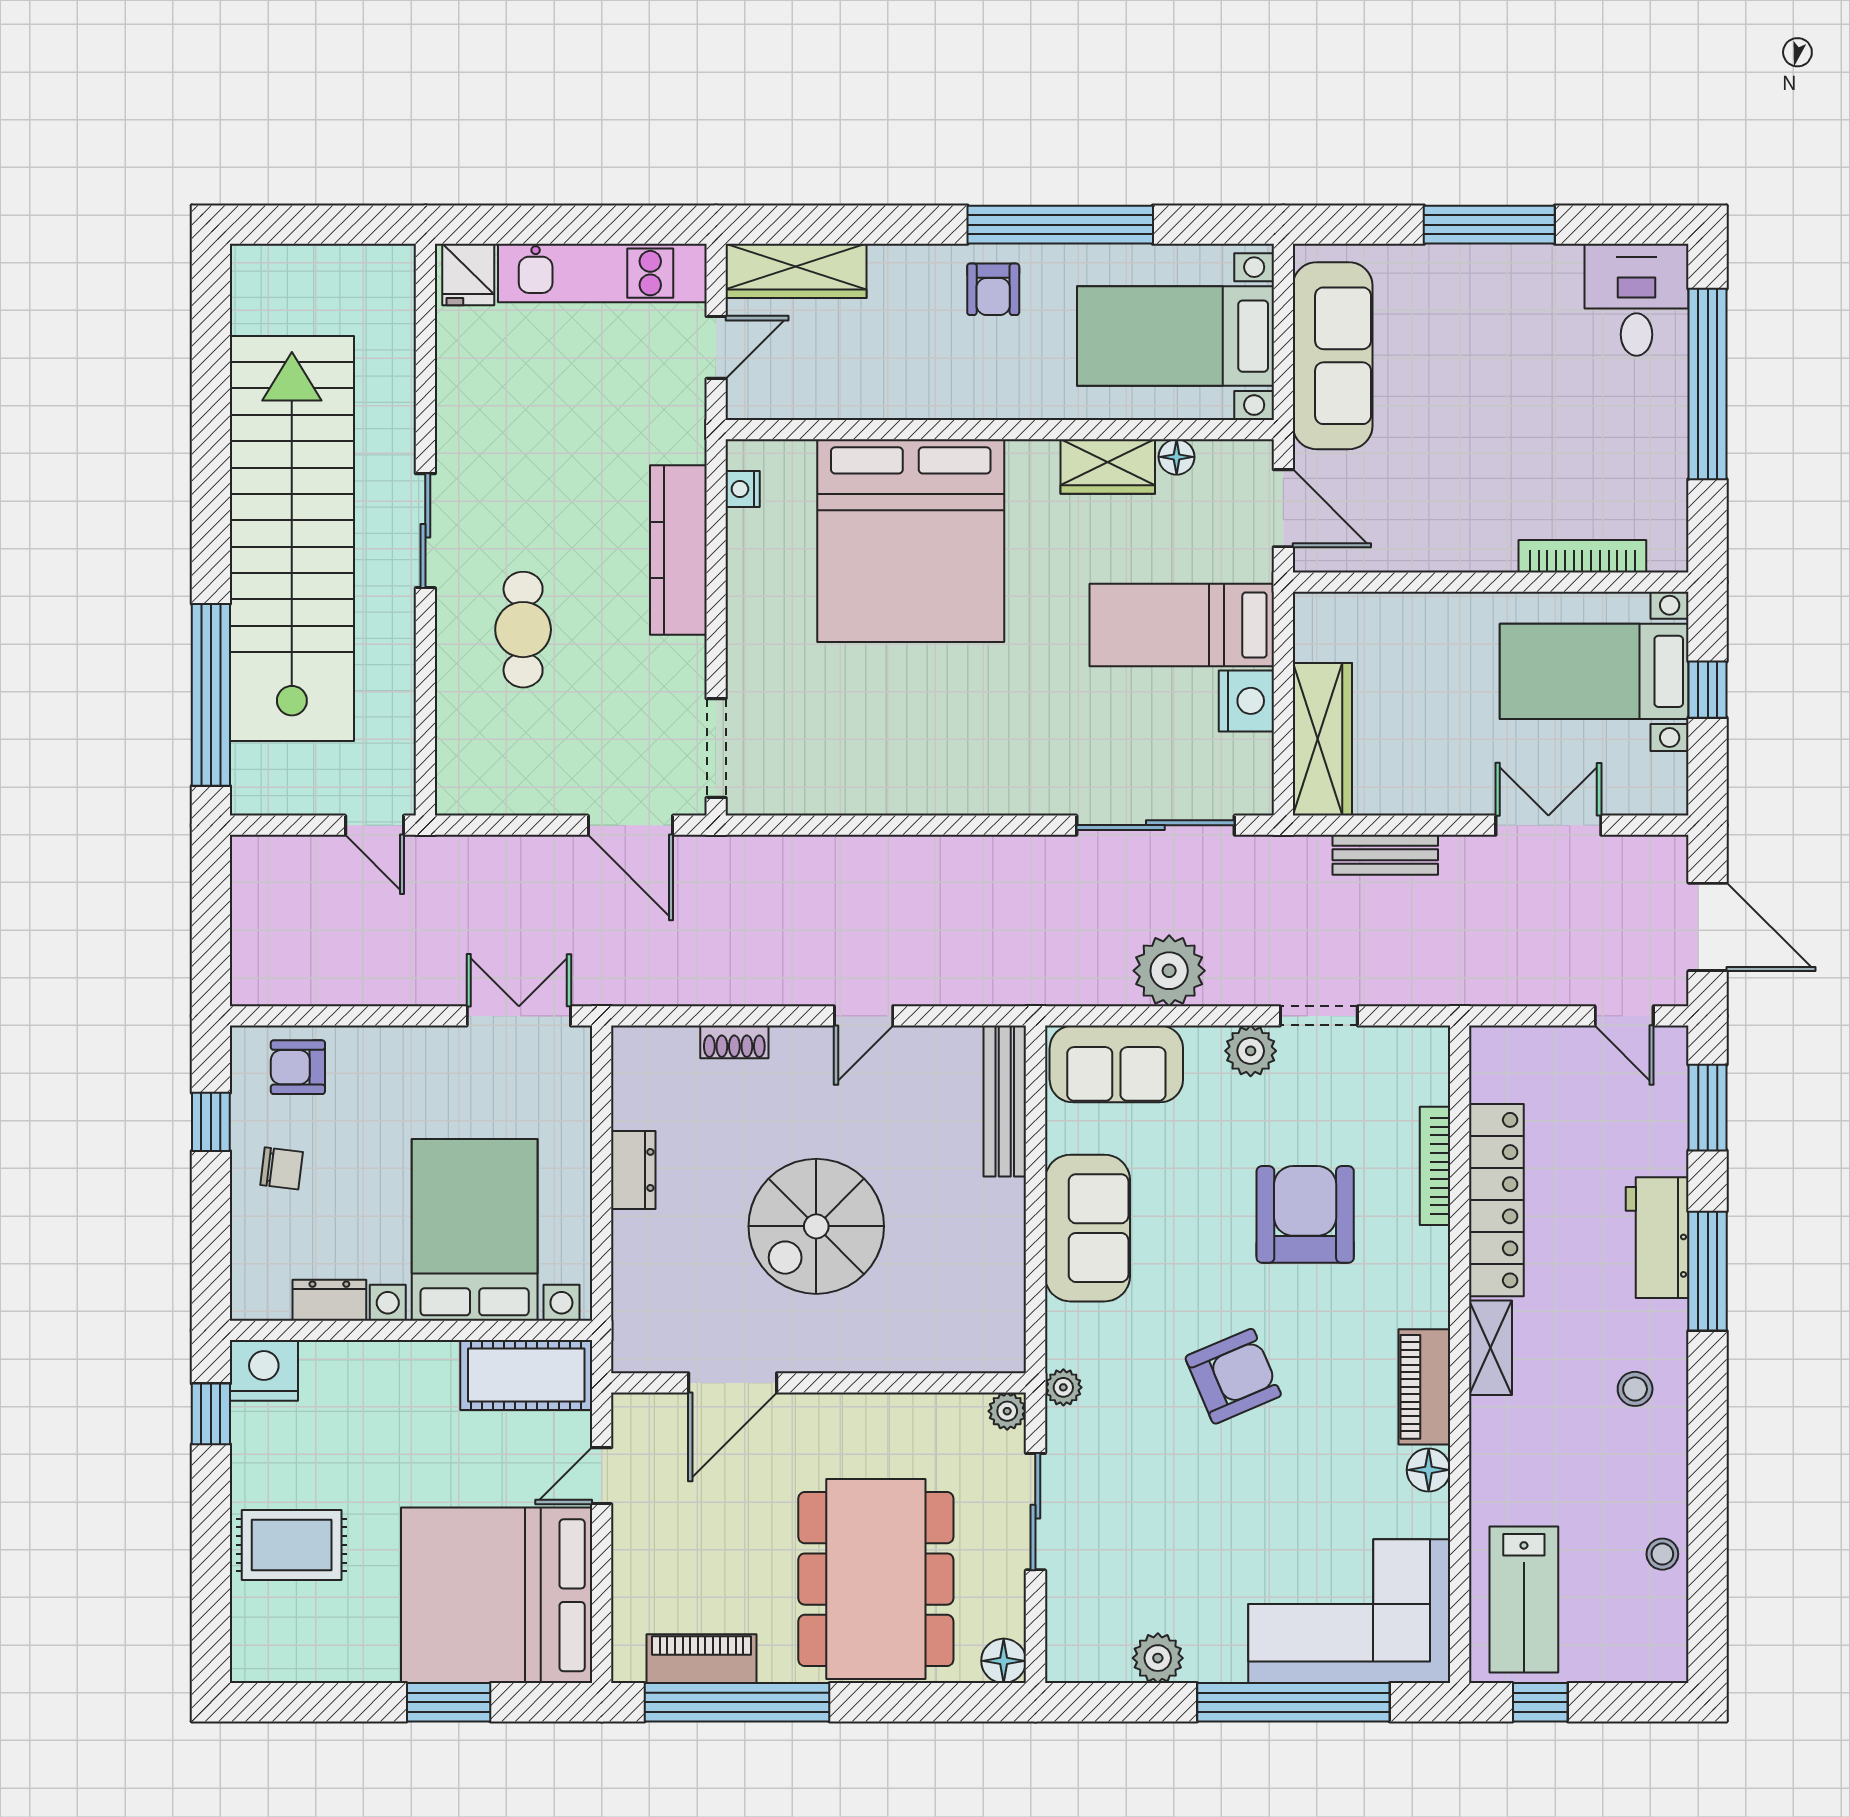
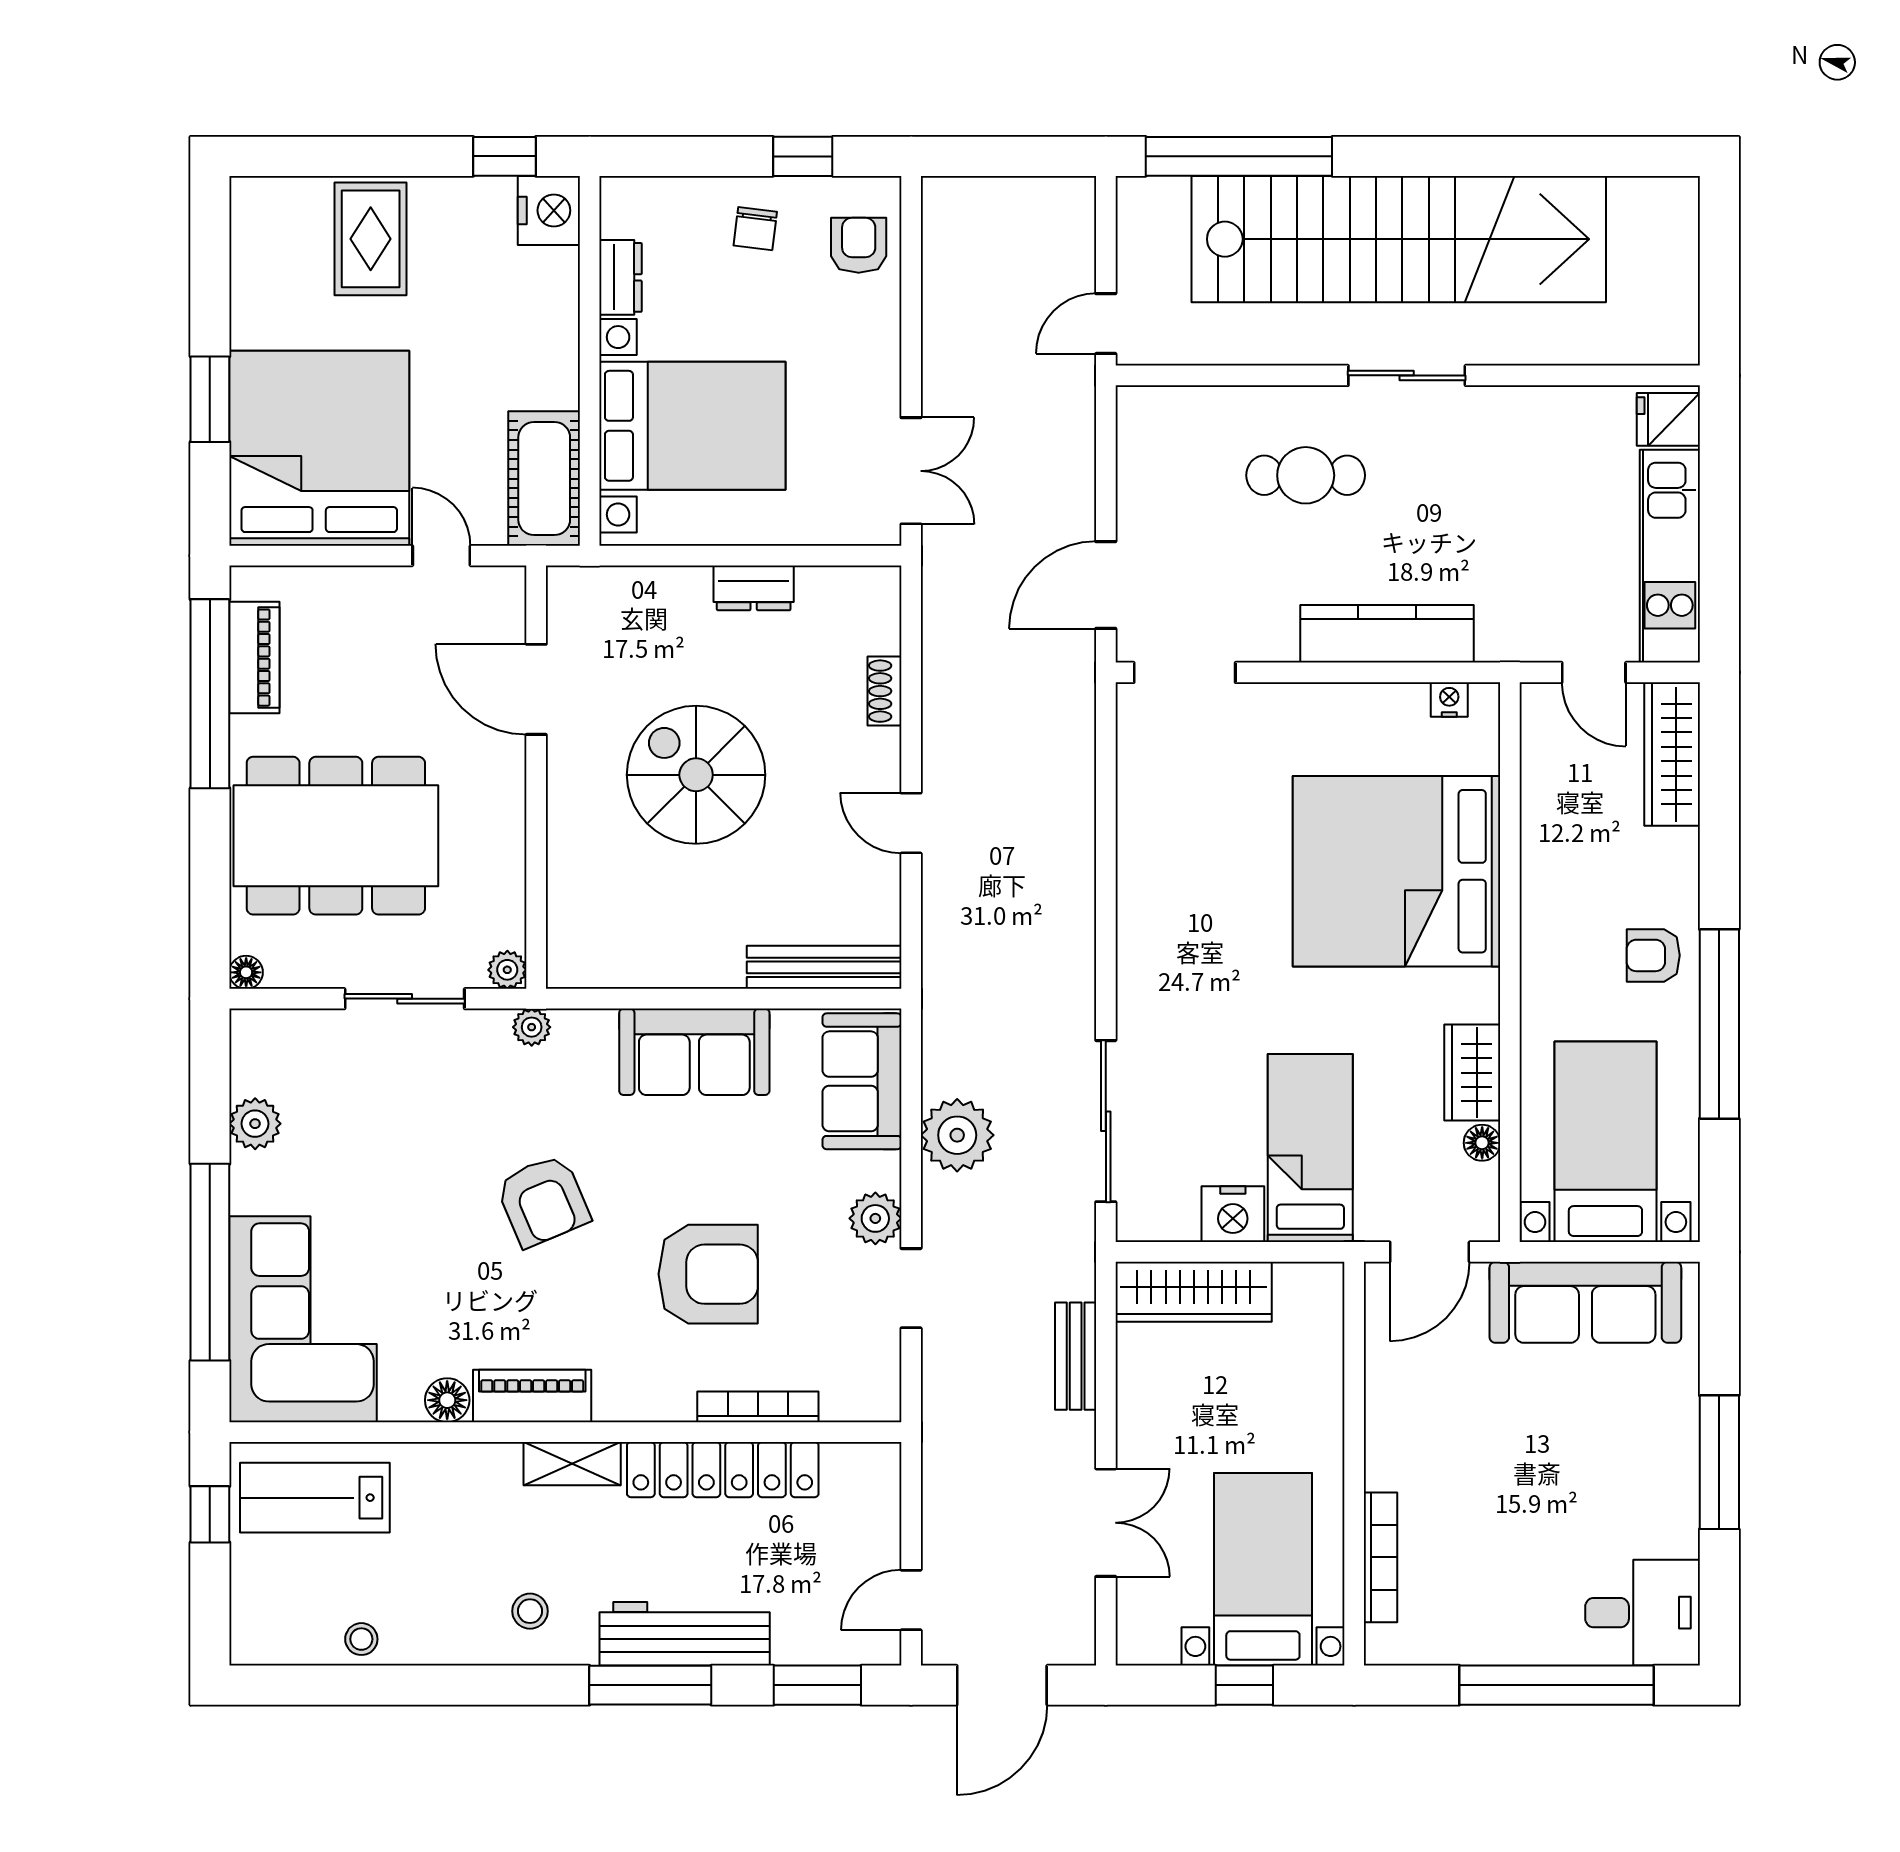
workbench: (1657, 1238) -> (685, 1634), width x1.38
floor lamp: (1004, 1661) -> (246, 972), width x0.73, depth x0.73

